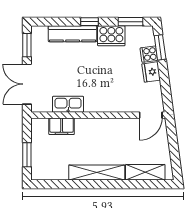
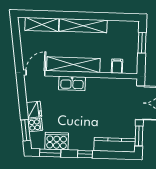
kitchen counter: (73, 34) -> (115, 145), moved
cooker: (111, 36) -> (57, 141), moved
kitchen sink: (68, 104) -> (72, 83), moved
filing cabinet: (62, 126) -> (117, 66), width x0.50
shelving: (107, 126) -> (73, 65), added

